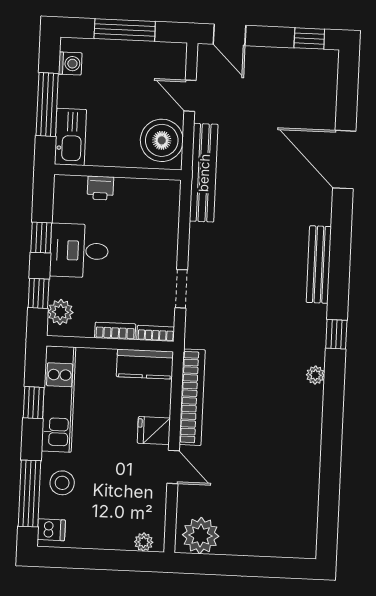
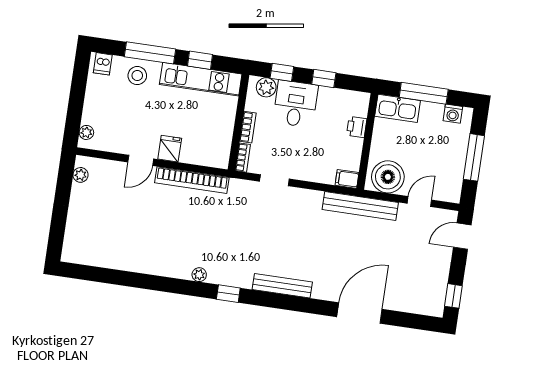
filing cabinet: (170, 194) -> (347, 179), added
desk: (79, 251) -> (295, 104), moved
kitchen counter: (145, 364) -> (220, 147), removed
window: (30, 493) -> (150, 53), moved
plant: (201, 535) -> (81, 175), width x0.53, depth x0.53

